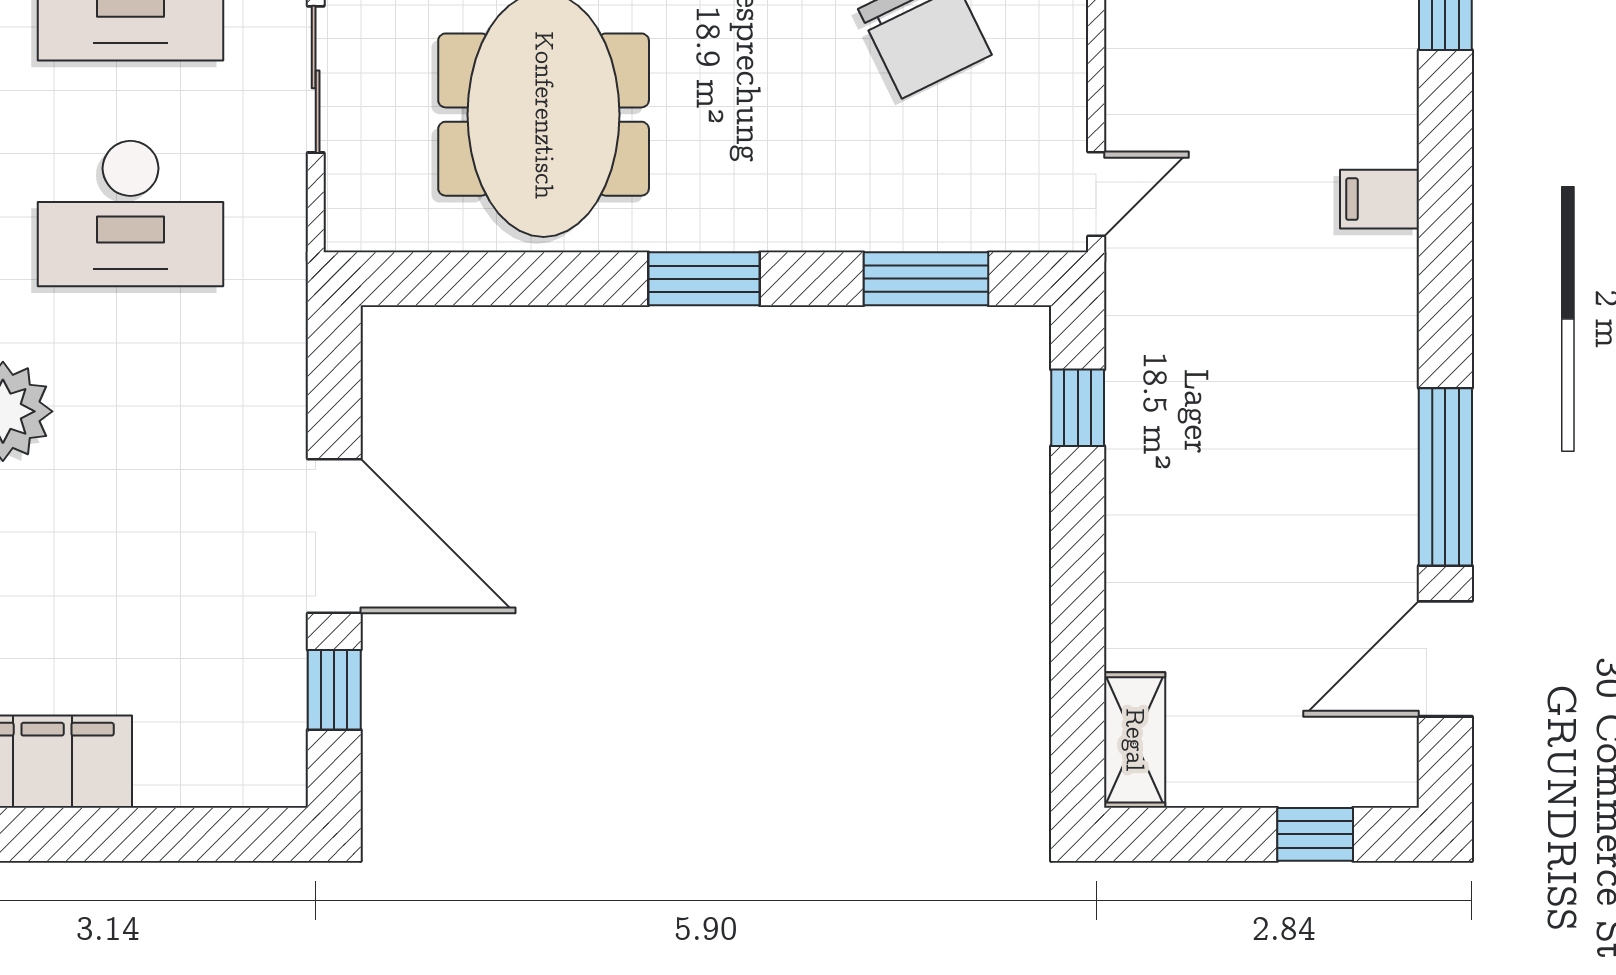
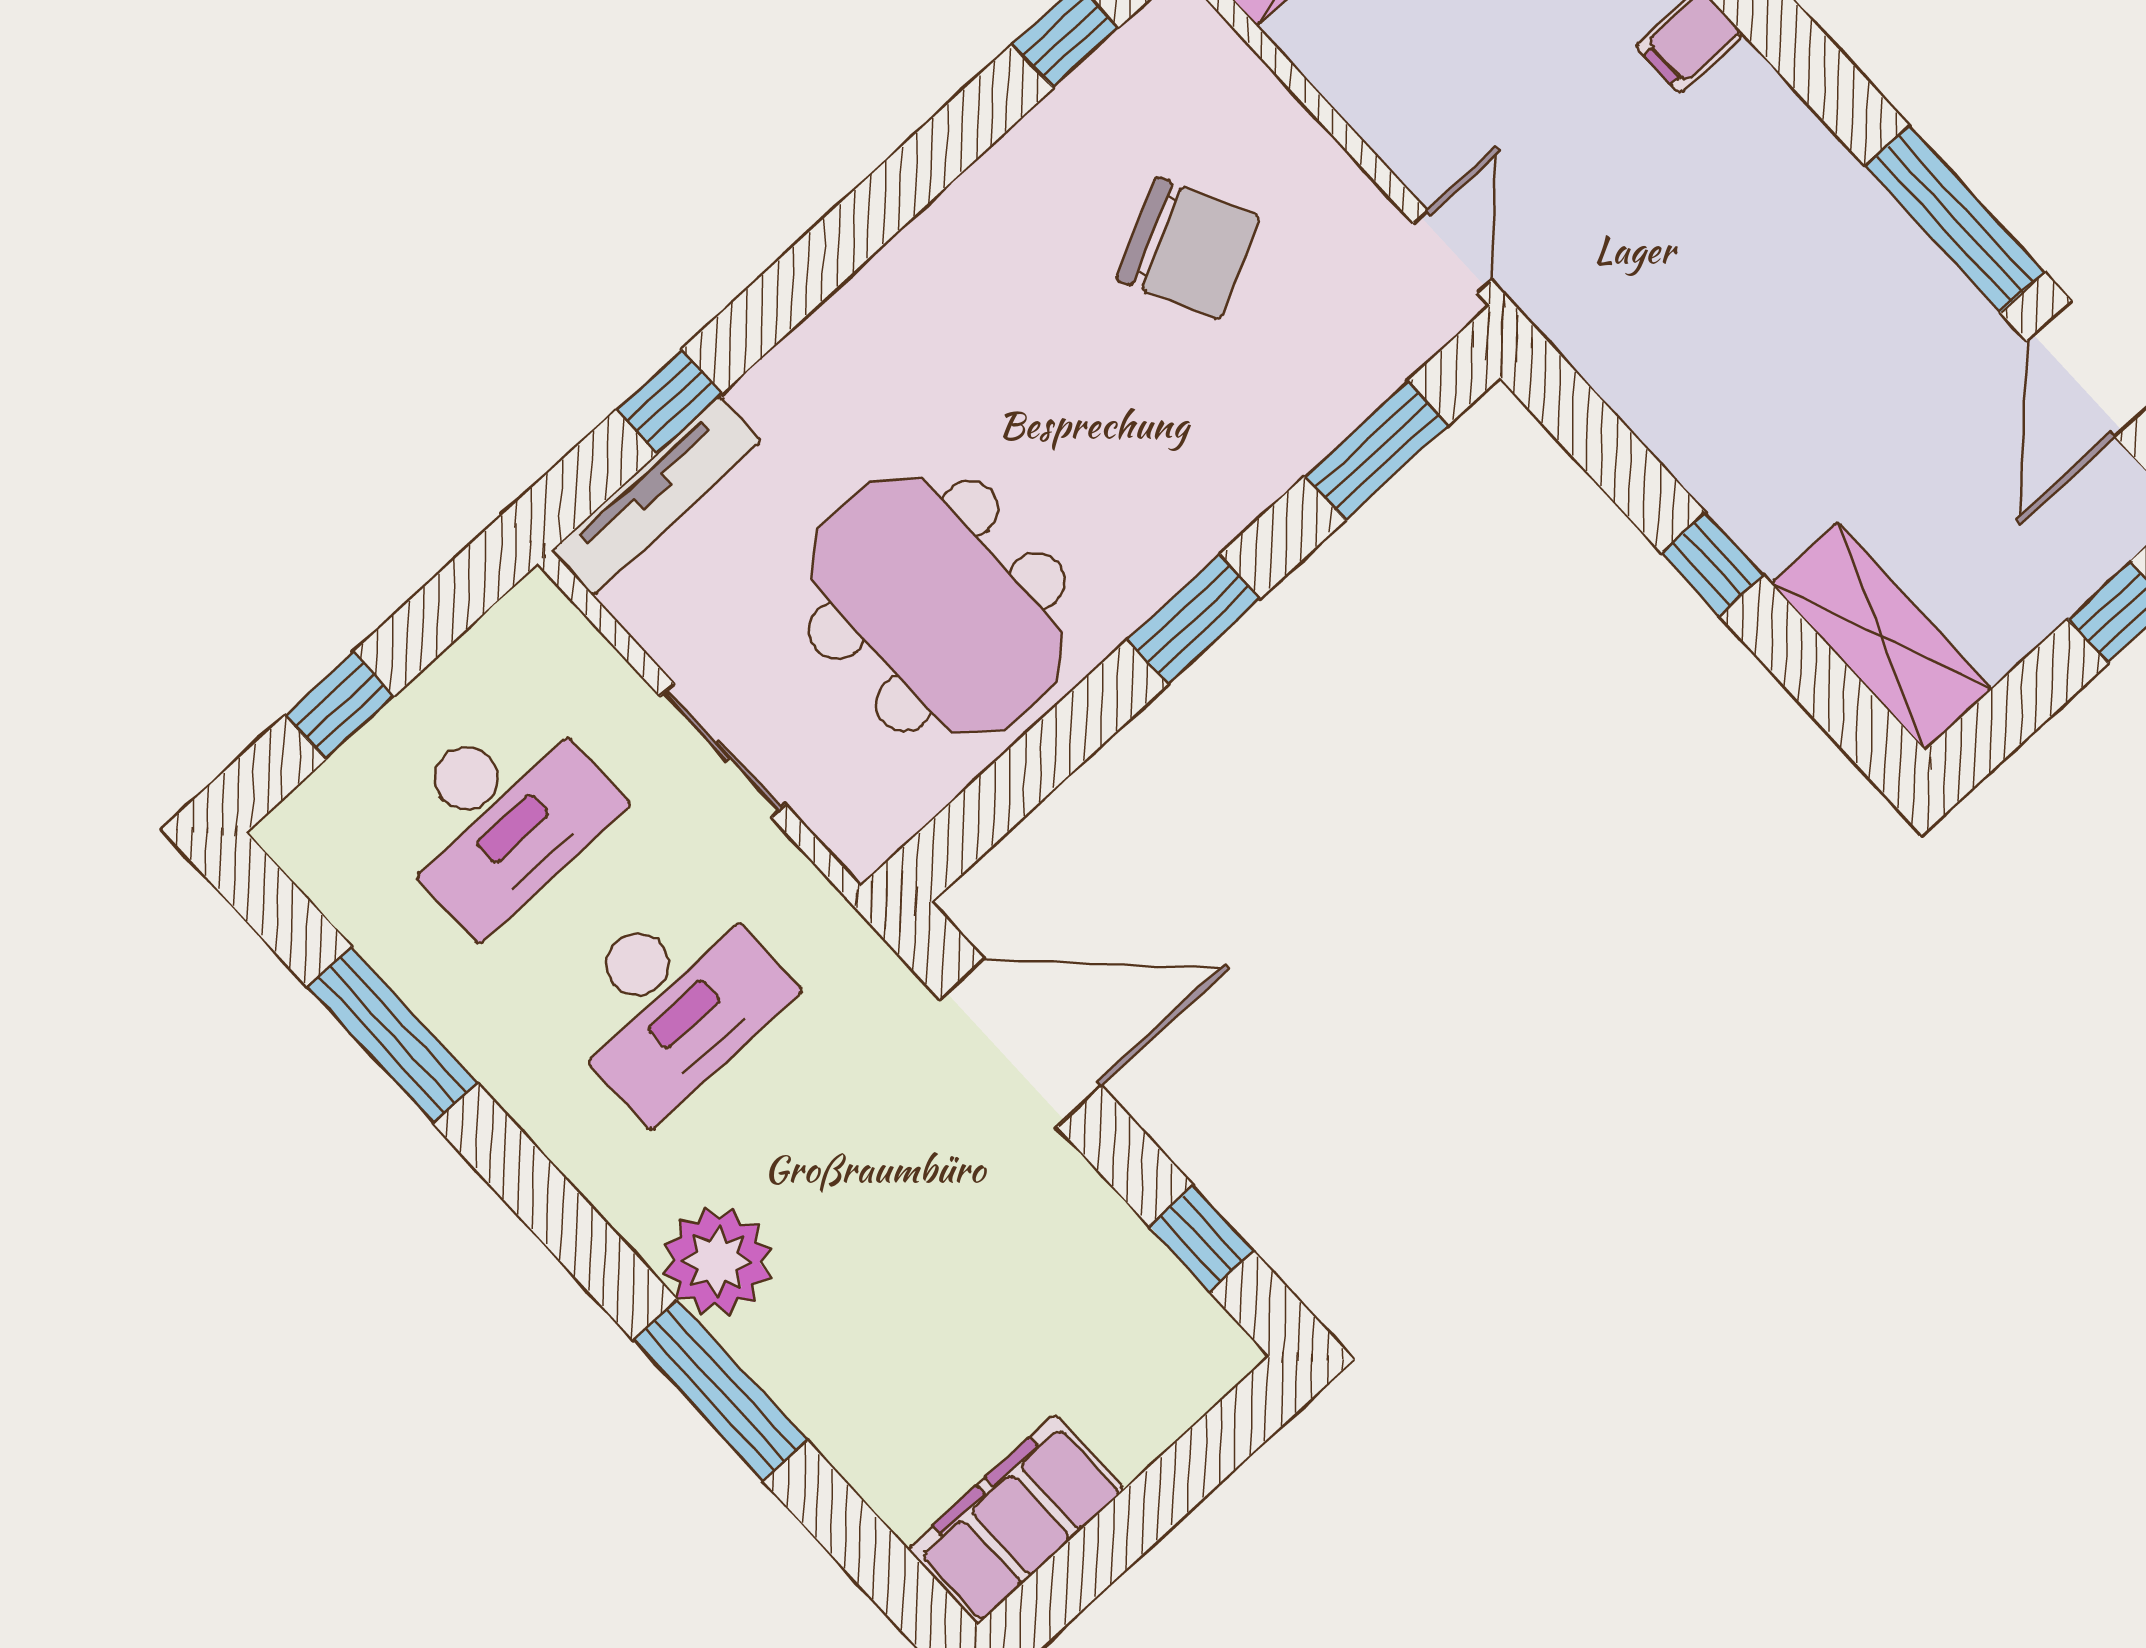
window: (1078, 408) -> (1713, 564), moved
door: (334, 536) -> (1021, 1043), moved
shelving: (1135, 740) -> (1881, 636), width x1.50, depth x1.33

